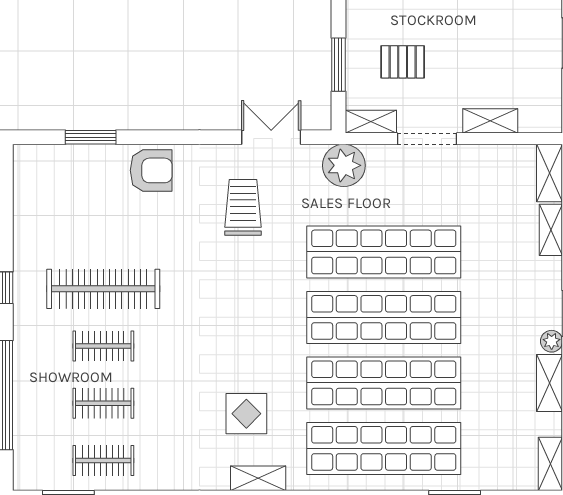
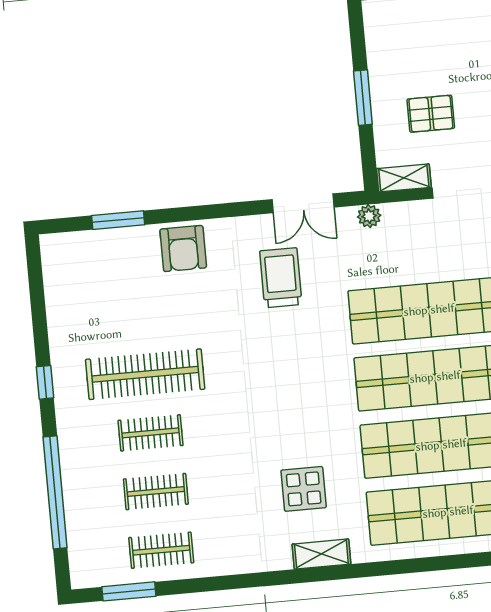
window: (338, 65) -> (363, 98), moved
double door: (271, 137) -> (303, 203), swing flipped
plant: (344, 165) -> (369, 216), width x0.53, depth x0.53
armchair: (151, 170) -> (183, 248), turned 90

